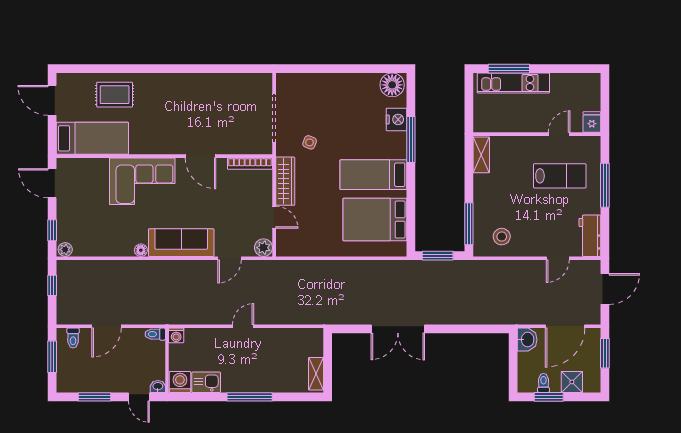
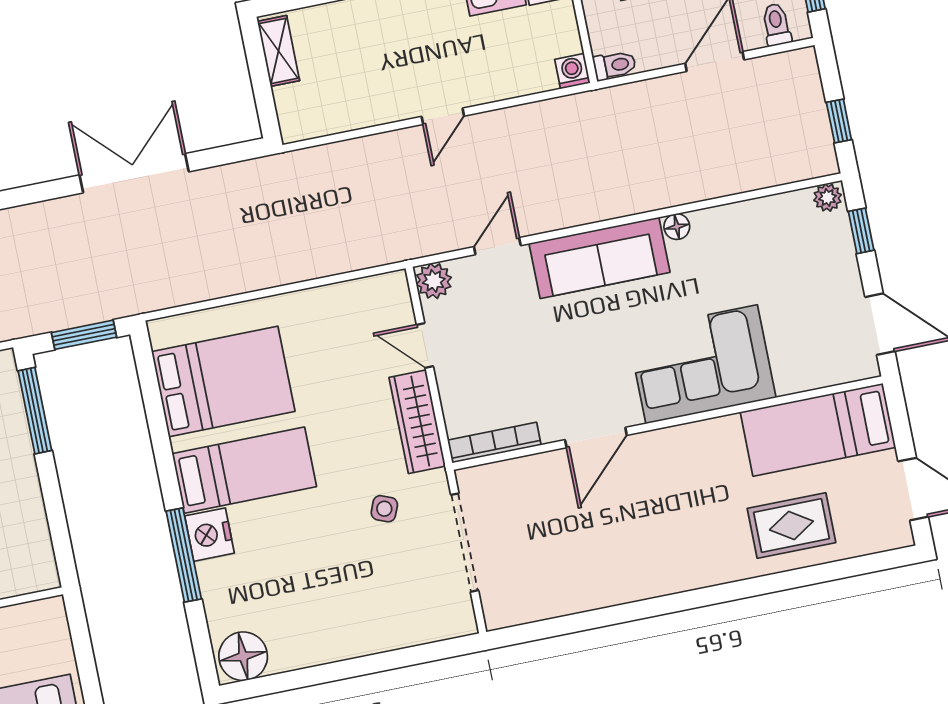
nightstand: (397, 119) -> (210, 535), moved
shelving: (481, 155) -> (38, 553), removed
door: (200, 156) -> (596, 437), swing flipped

